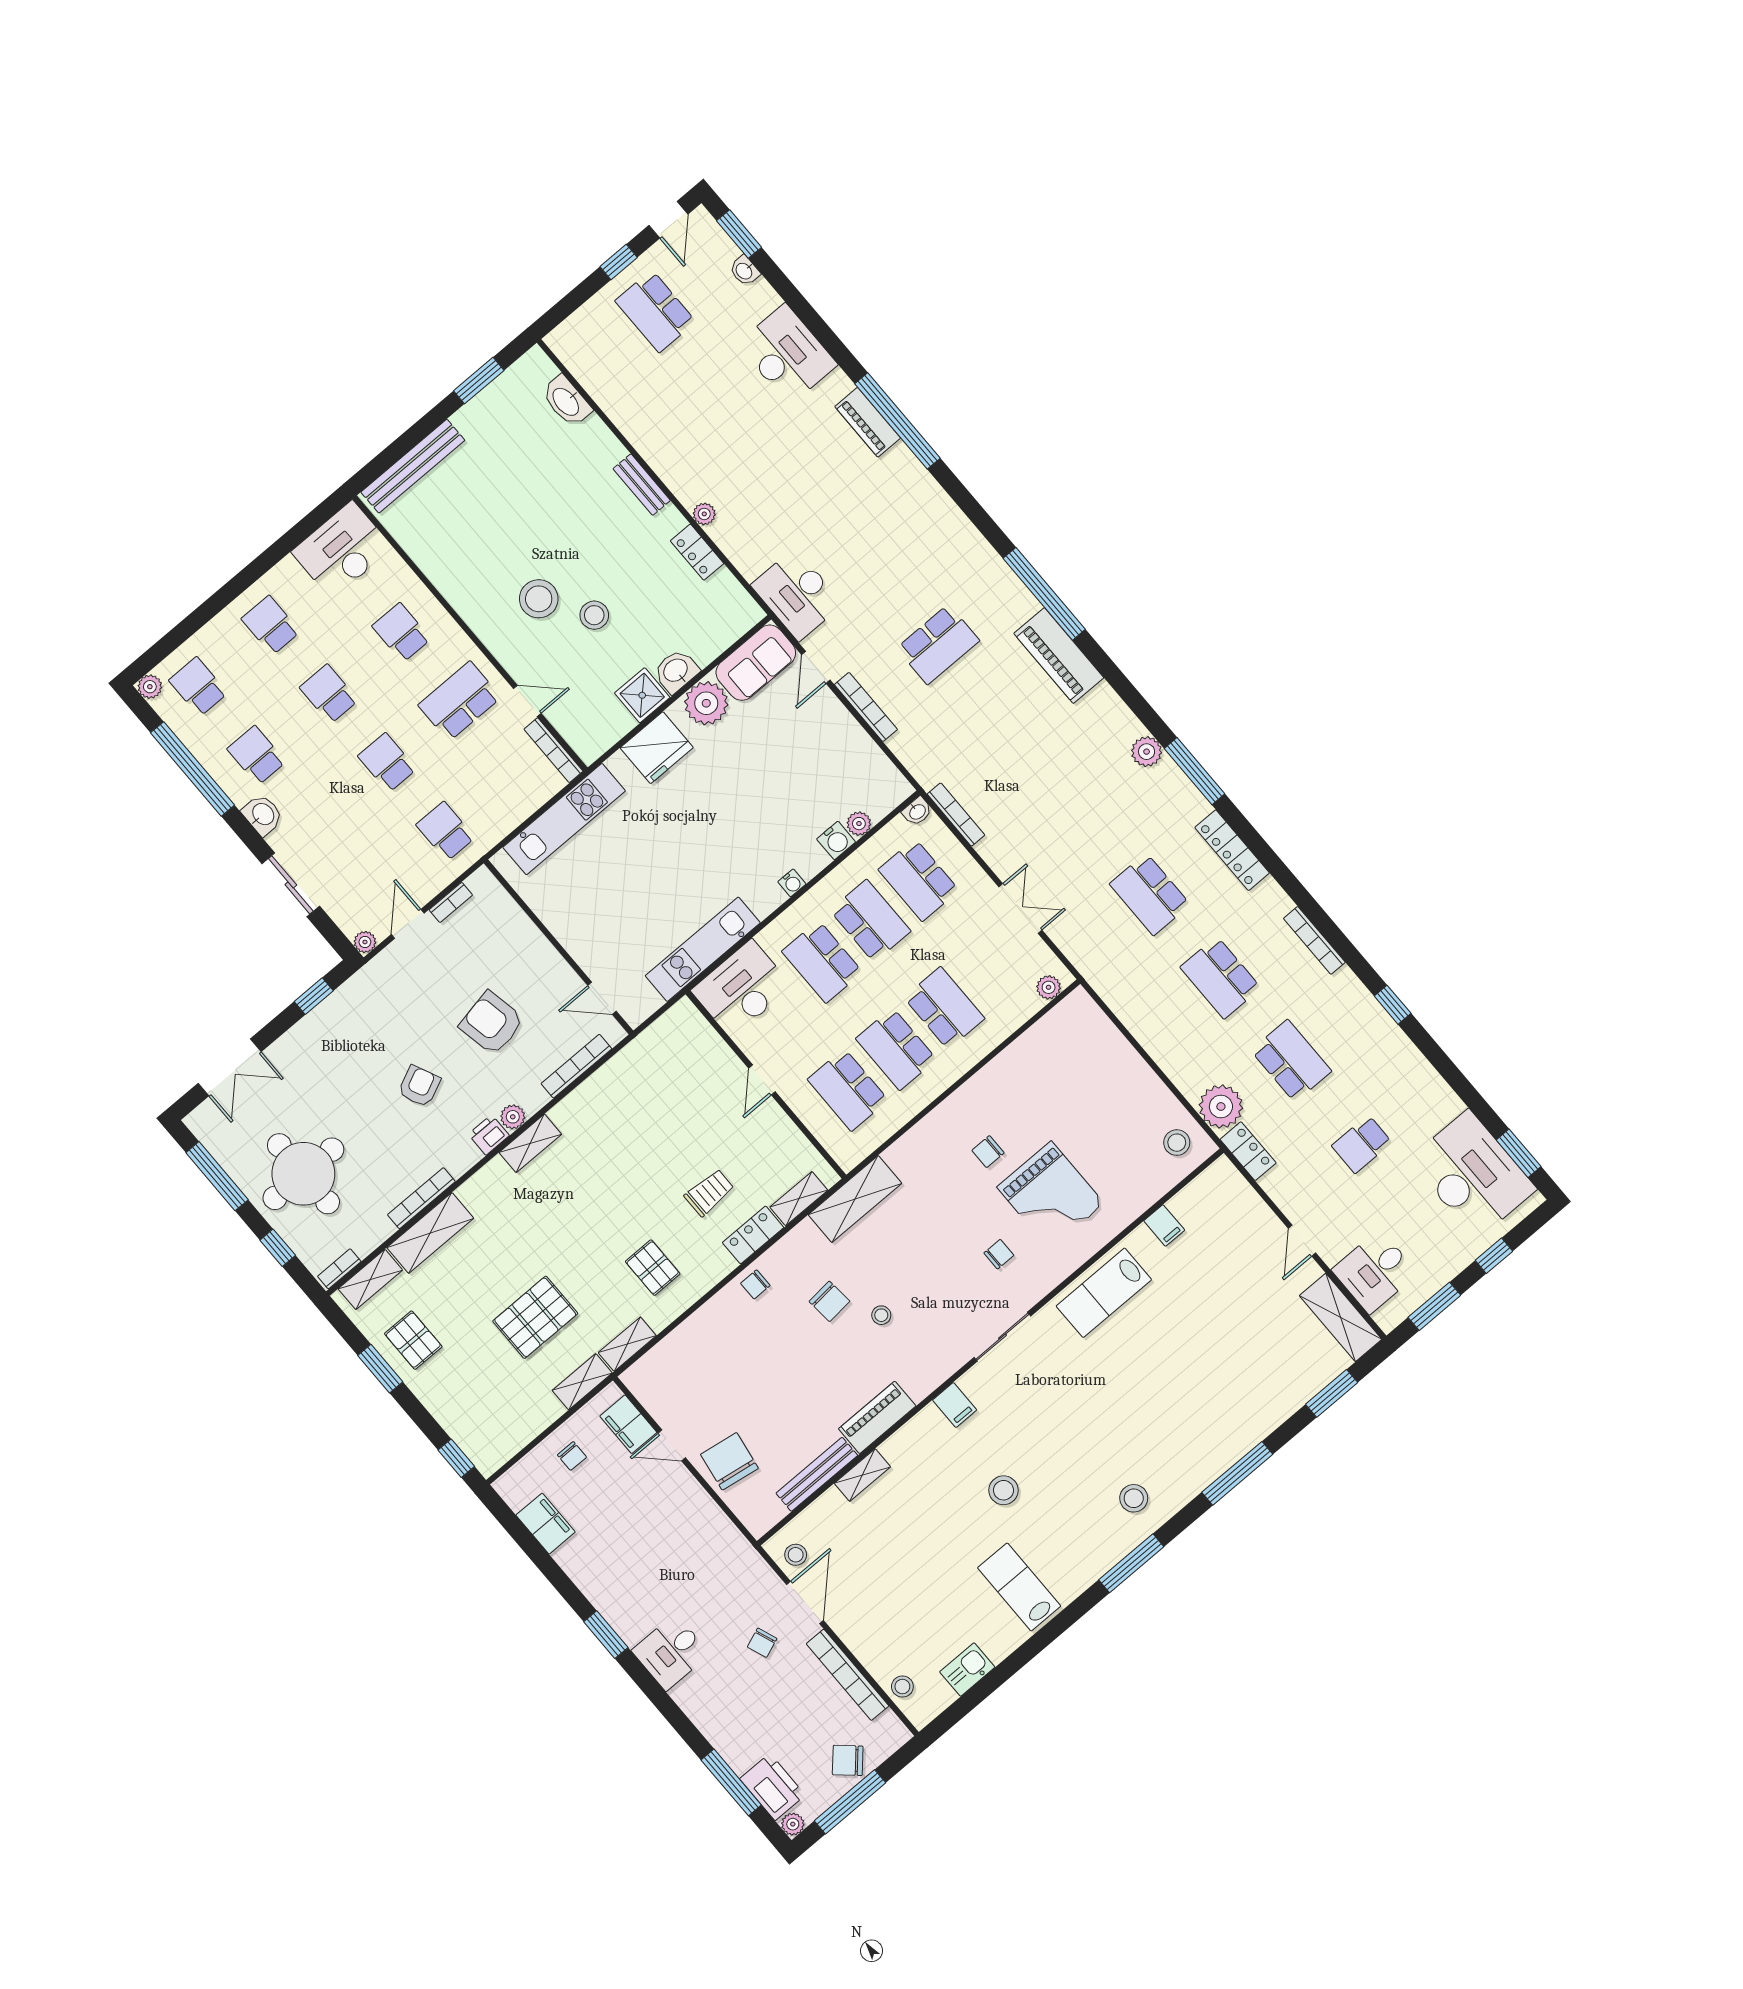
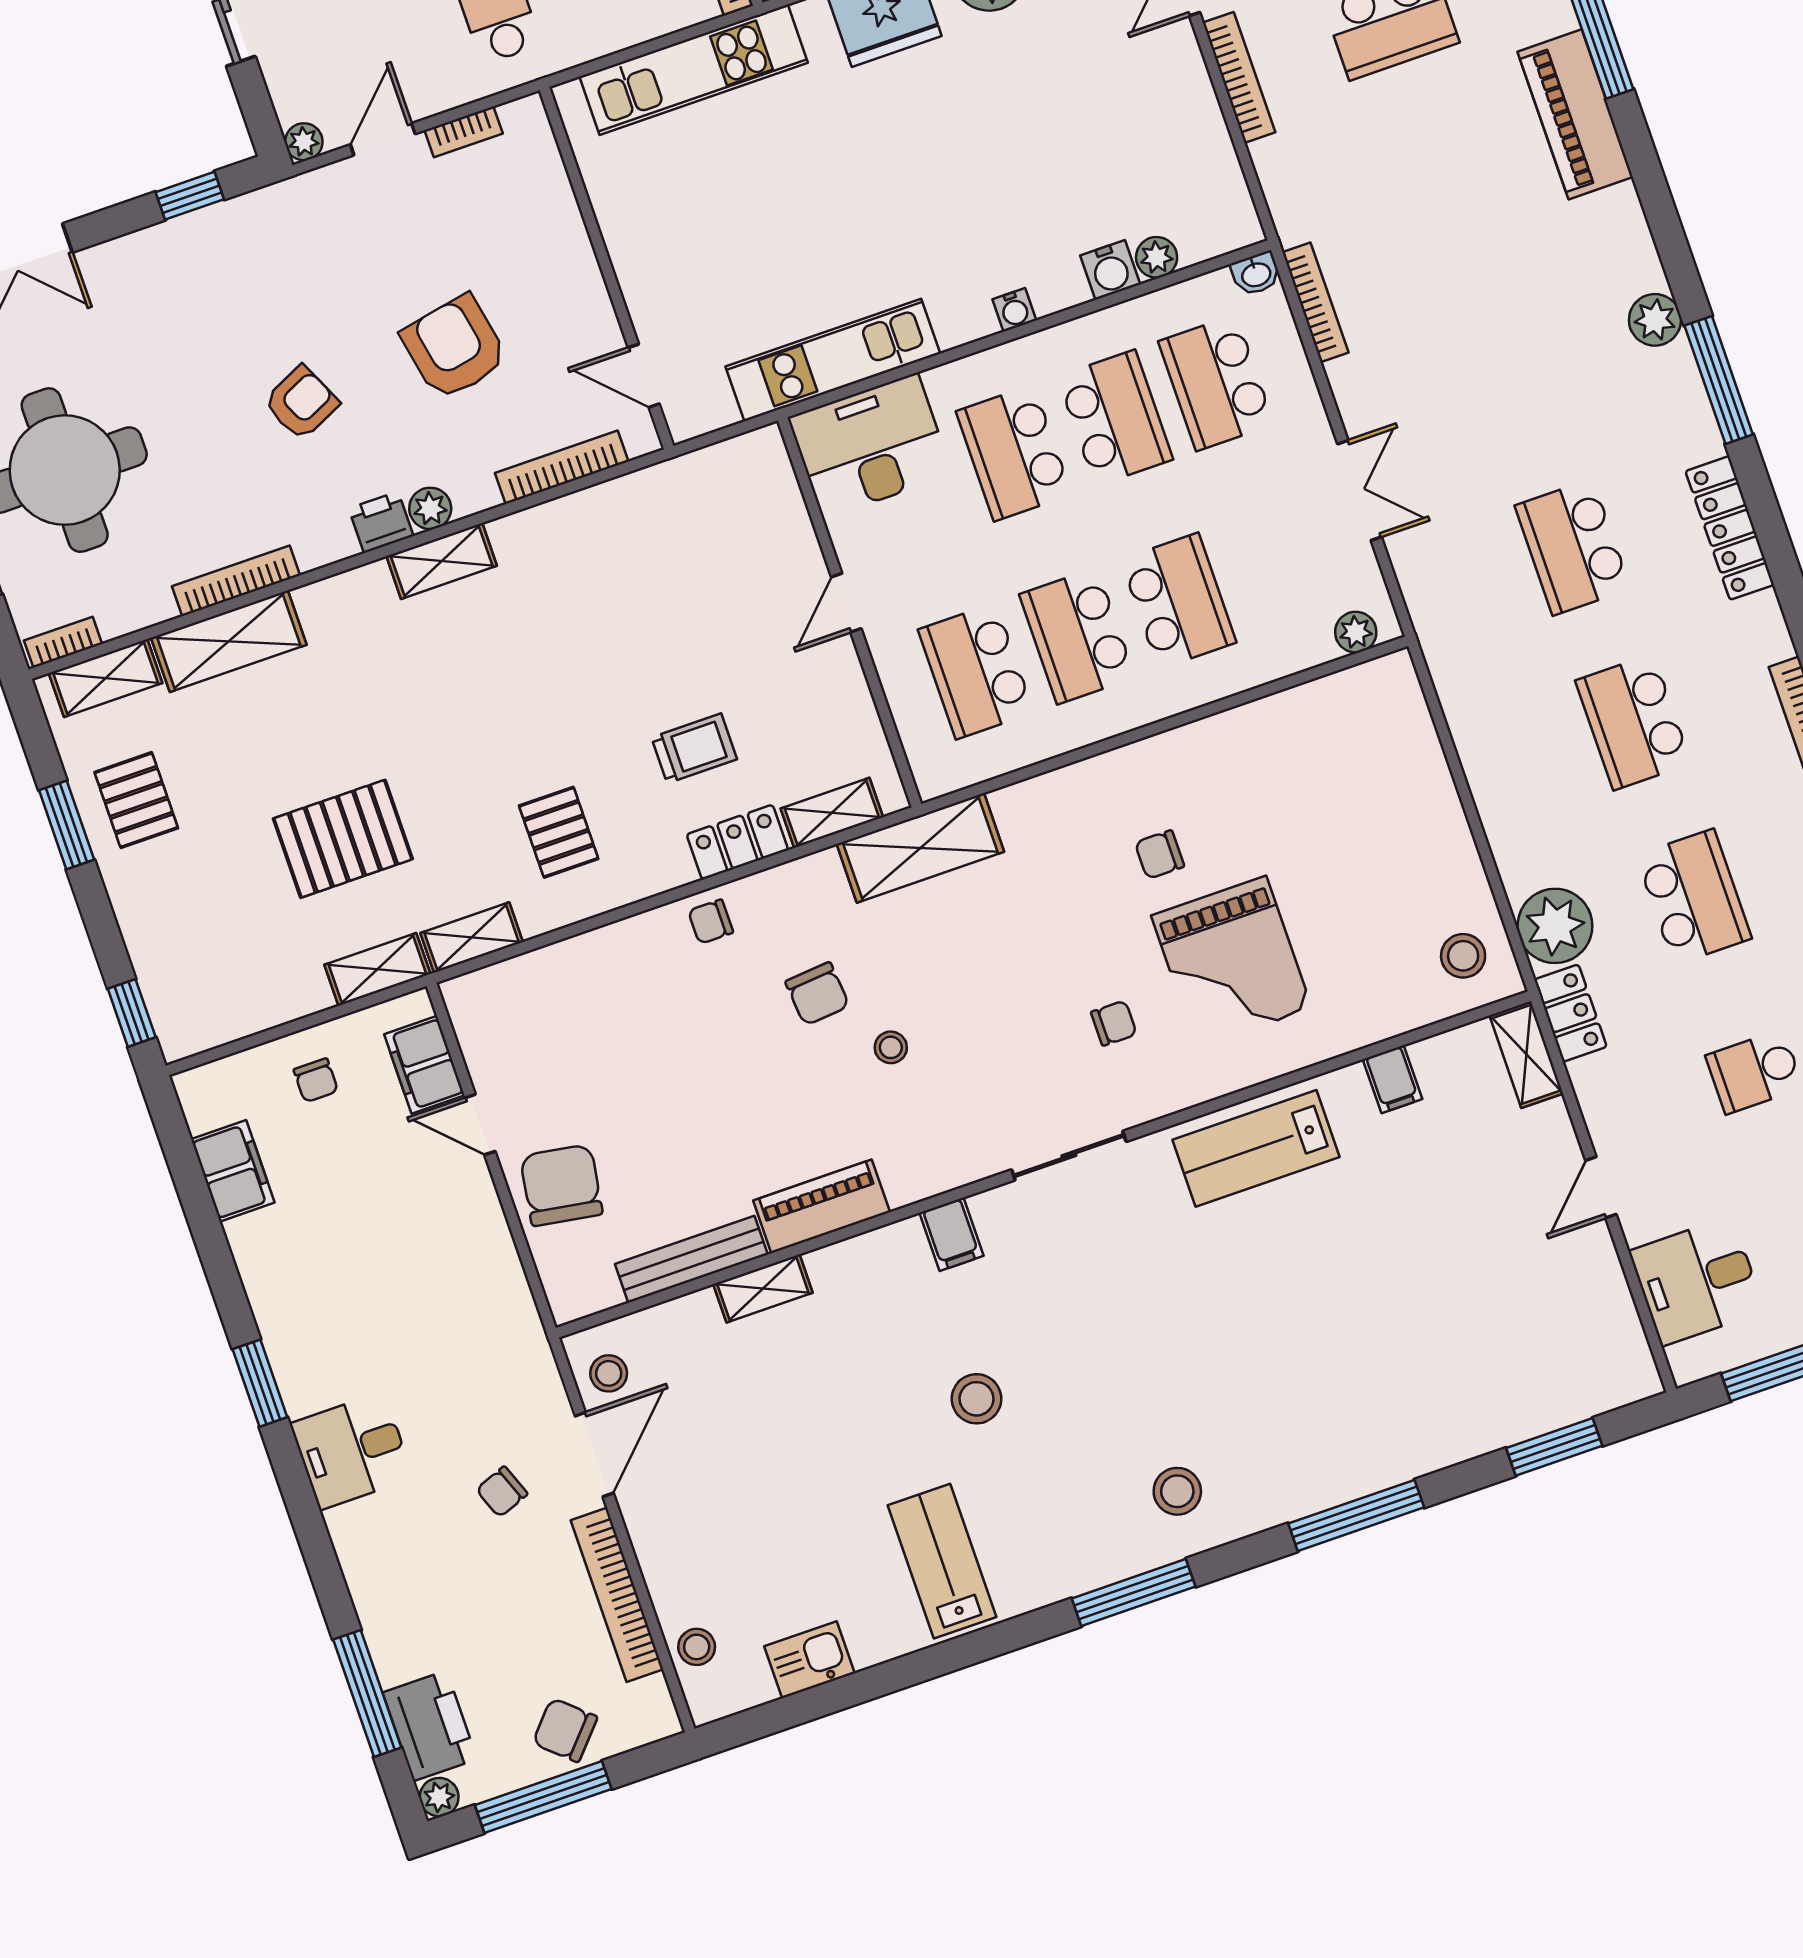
shelving: (1341, 1317) -> (1526, 1054), moved, width x0.67, depth x0.75

